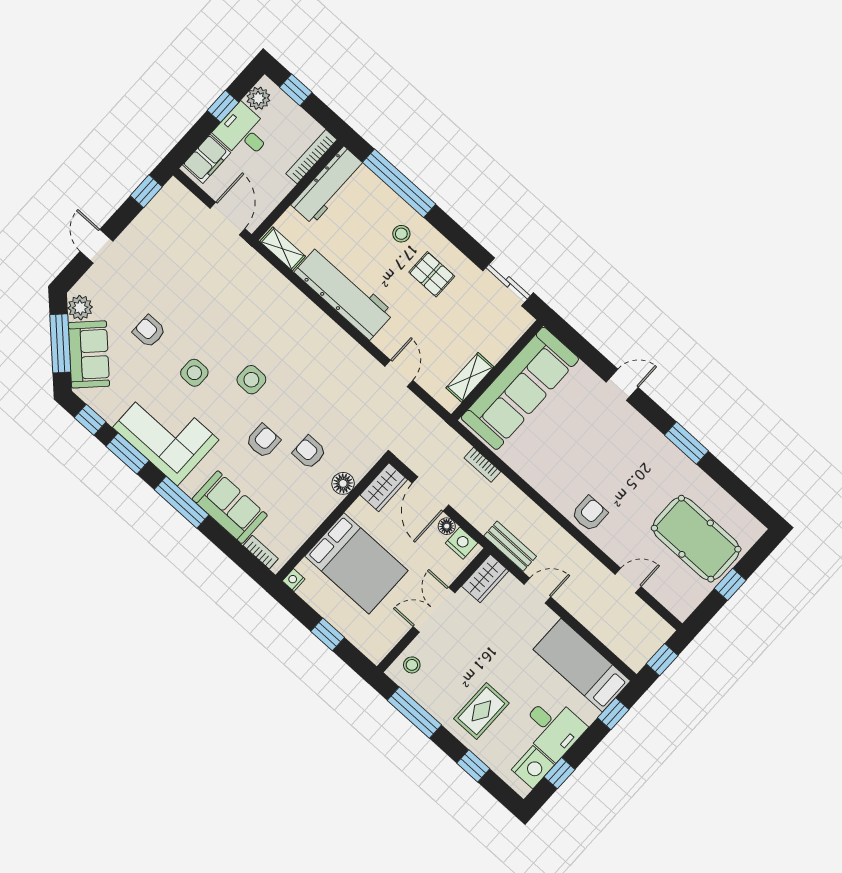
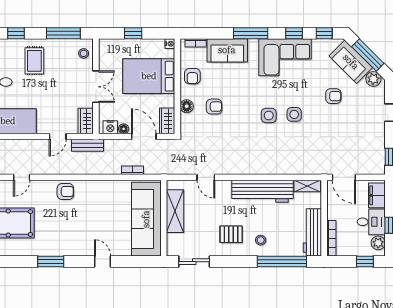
side table: (194, 373) -> (294, 114), moved
shelving: (470, 377) -> (175, 211), width x1.50, depth x1.33
door: (622, 385) -> (103, 262), swing flipped
armchair: (263, 441) -> (192, 76), moved
window: (128, 454) -> (294, 33), width x0.67
armchair: (590, 514) -> (65, 191), turned -90

